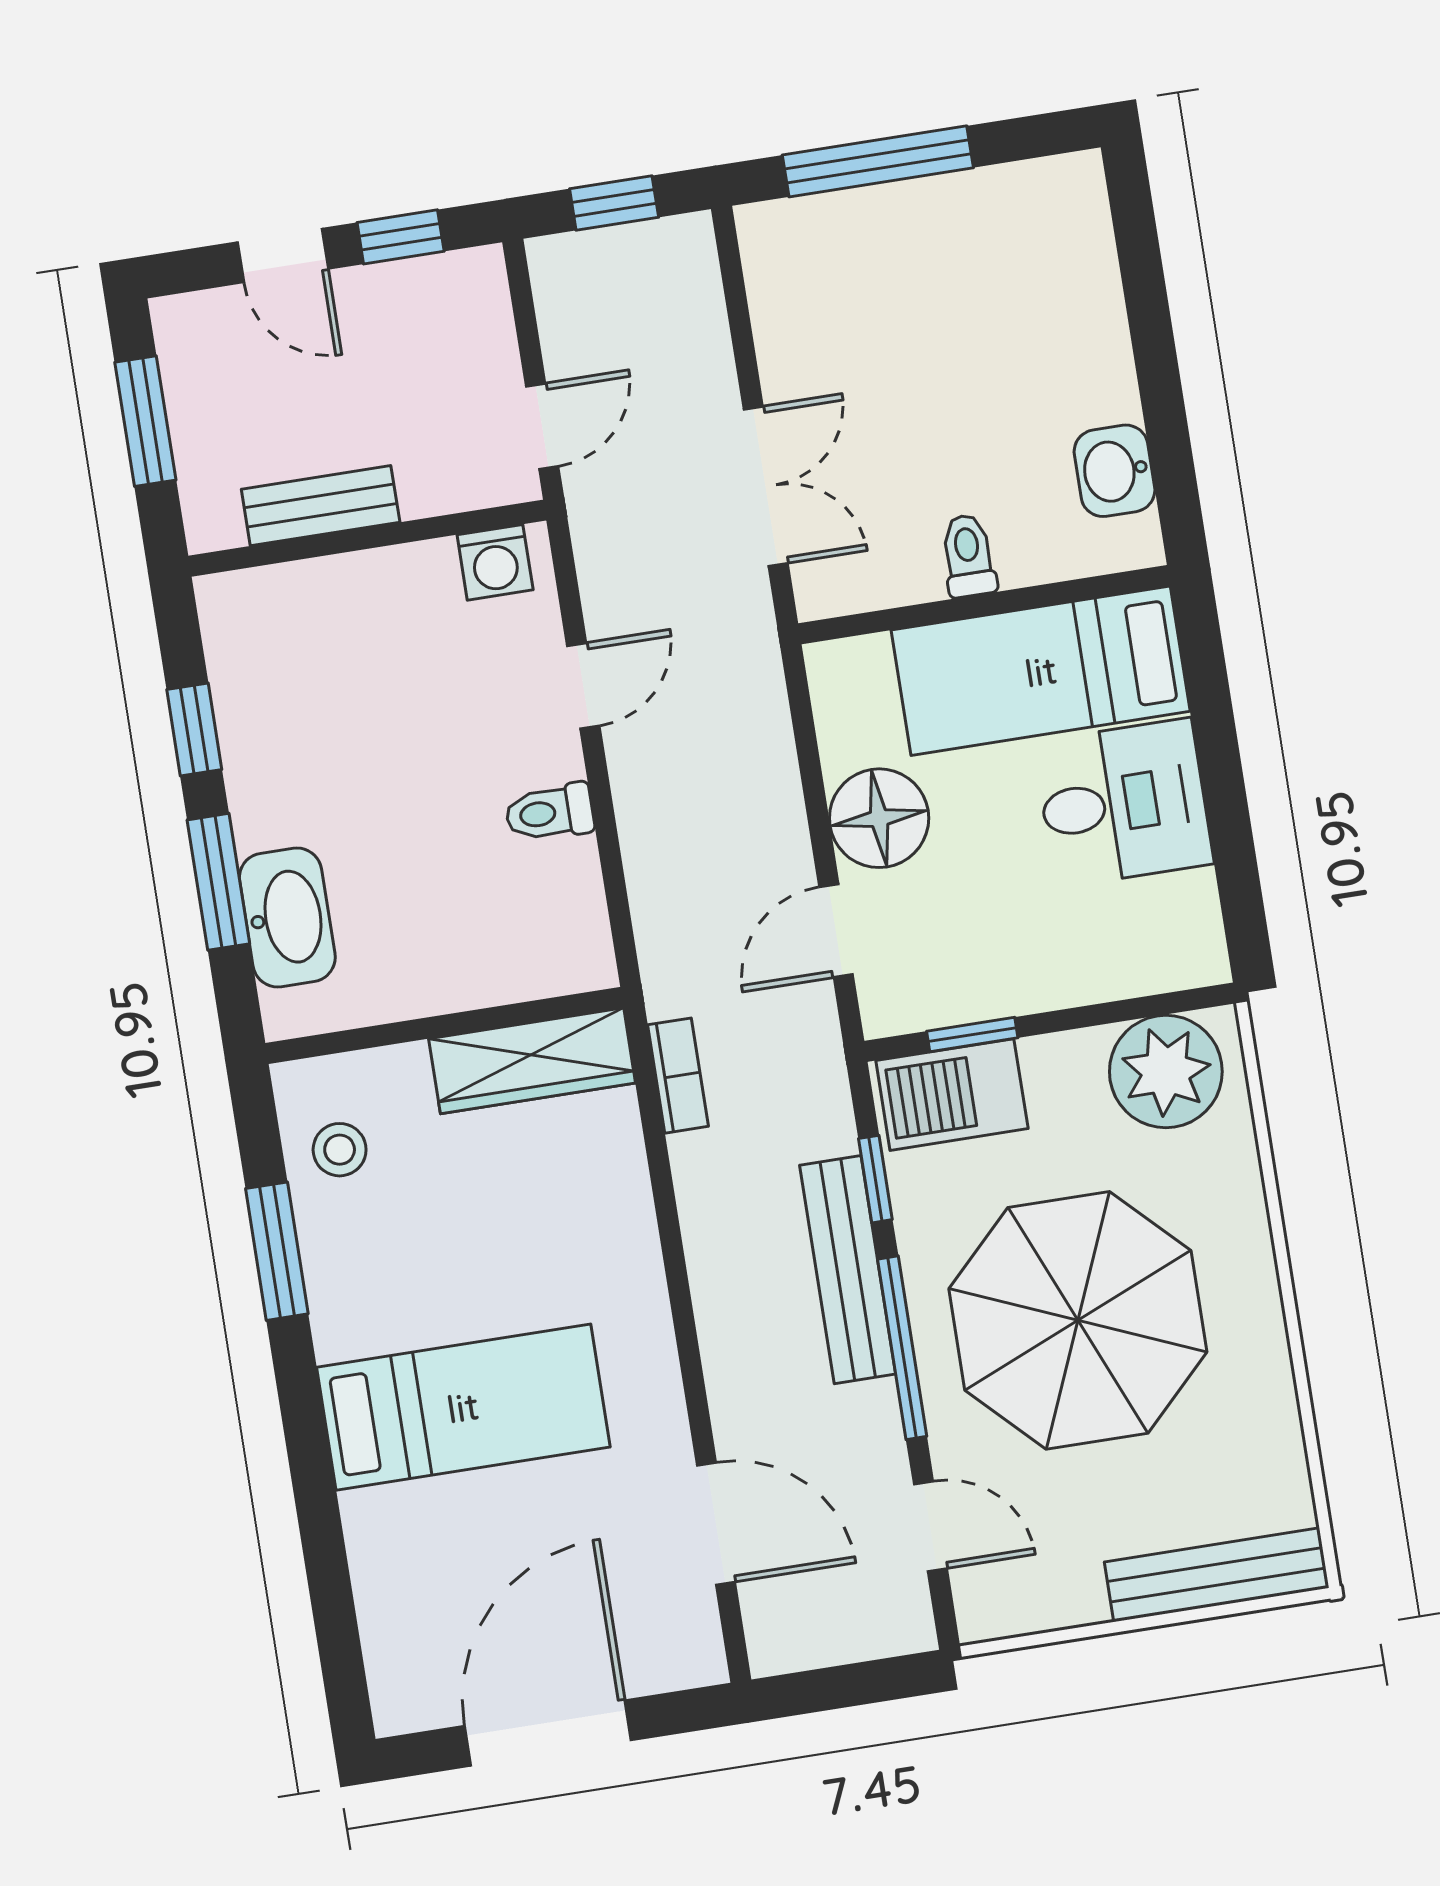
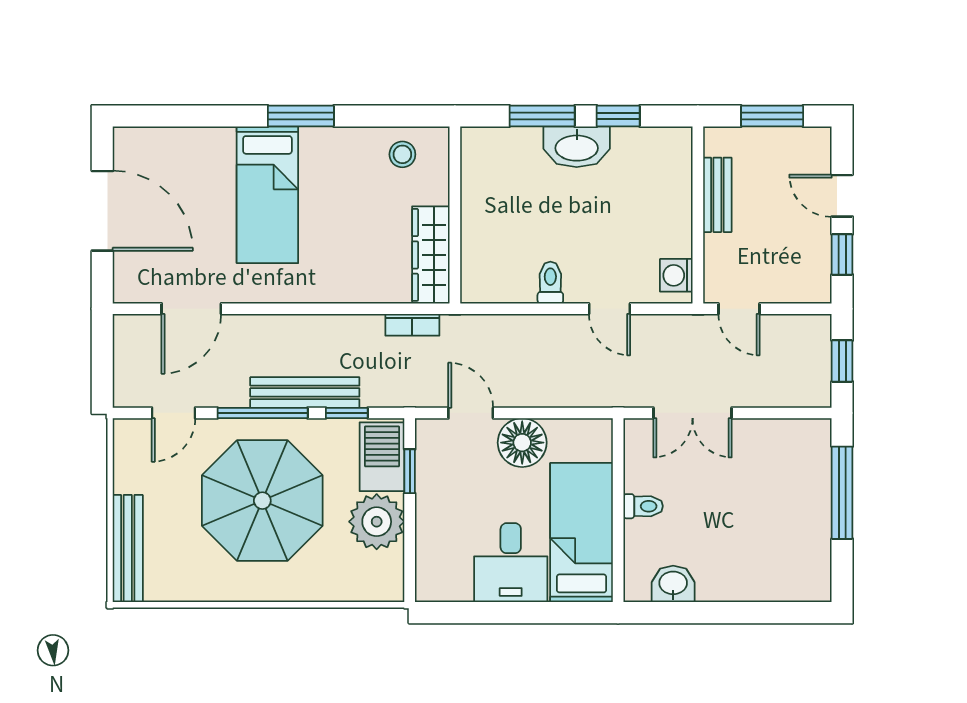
door: (283, 256) -> (842, 196), hinge flipped
washbasin: (287, 917) -> (577, 147), moved
plant: (1166, 1072) -> (377, 522), moved
window: (277, 1251) -> (301, 116), moved

